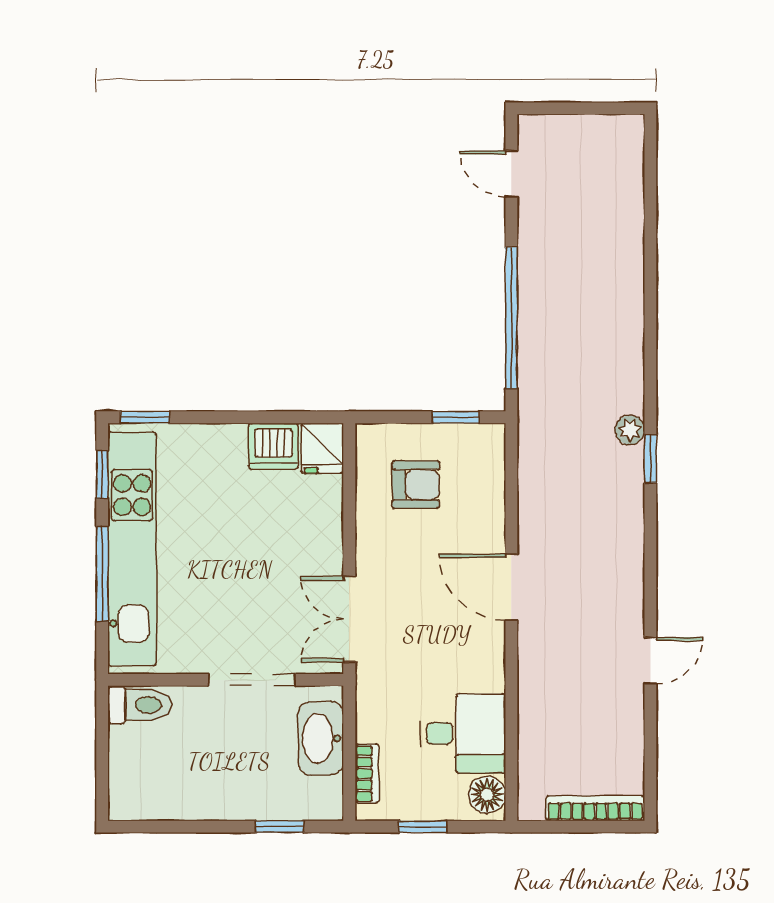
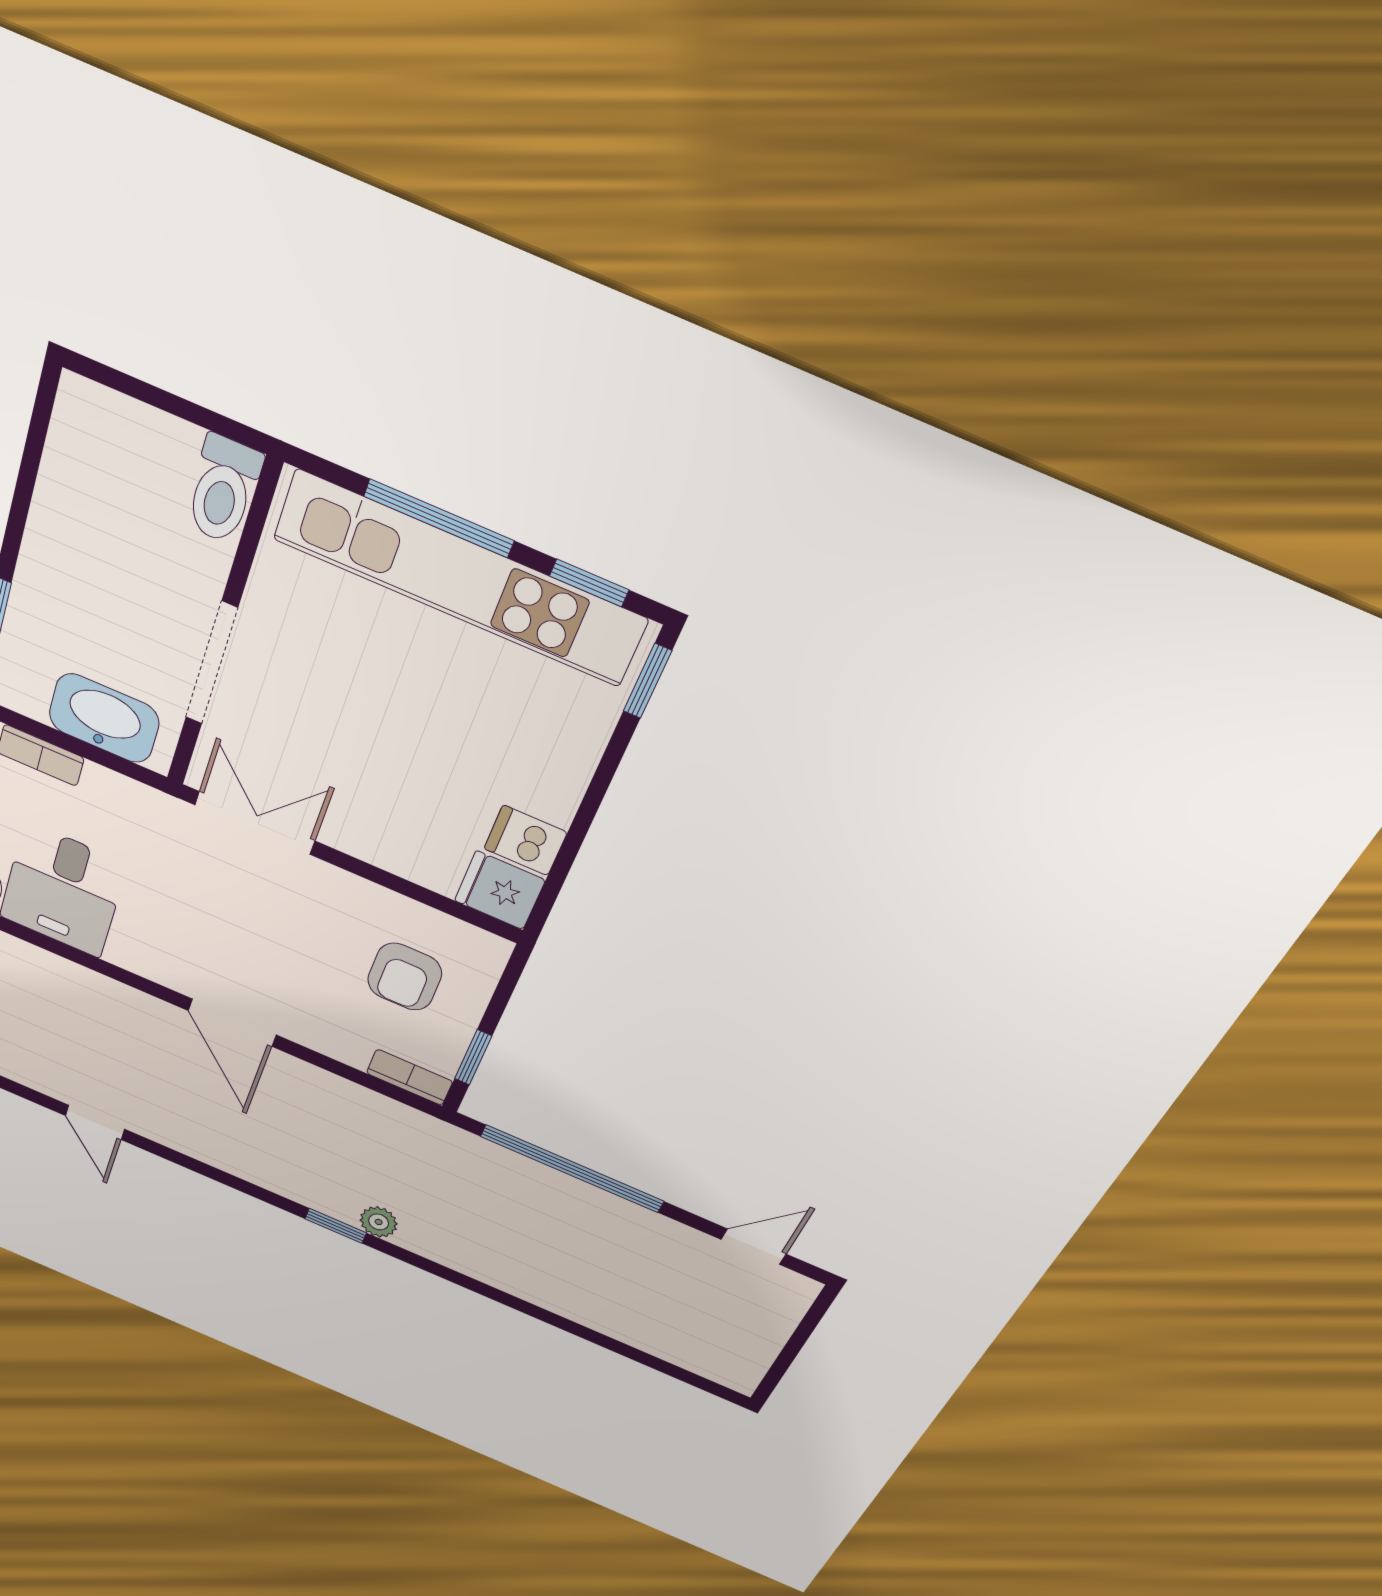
dishwasher: (273, 446) -> (525, 841), width x0.73
bookcase: (494, 453) -> (409, 1077), added
door: (511, 587) -> (232, 1023), swing flipped

